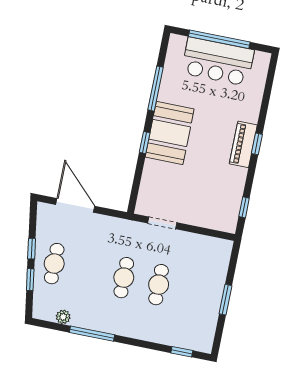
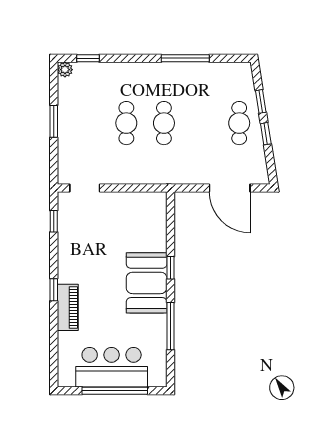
piano: (243, 144) -> (68, 307), moved
doorway: (162, 223) -> (85, 188), moved
plant: (63, 317) -> (65, 70), moved

